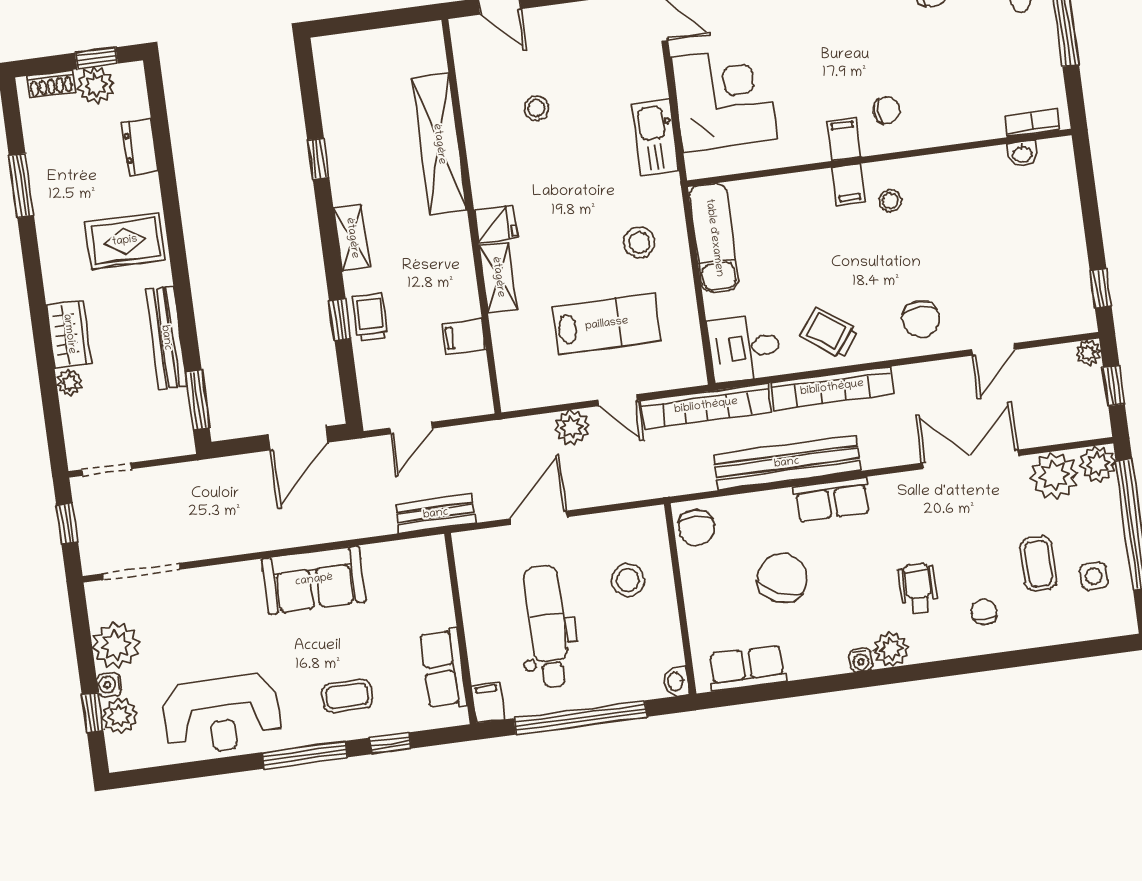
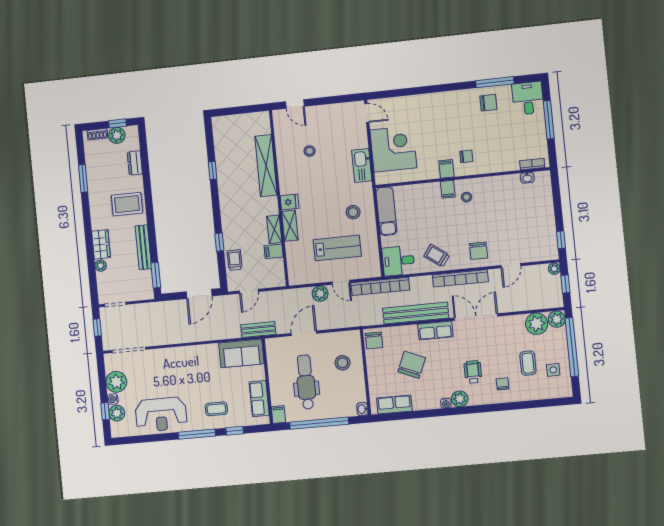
shelving: (352, 238) -> (274, 229), moved
trolley: (370, 317) -> (235, 260), moved
bookcase: (832, 388) -> (460, 278), moved
double door: (970, 459) -> (476, 317), moved
sofa: (314, 580) -> (241, 353), moved

